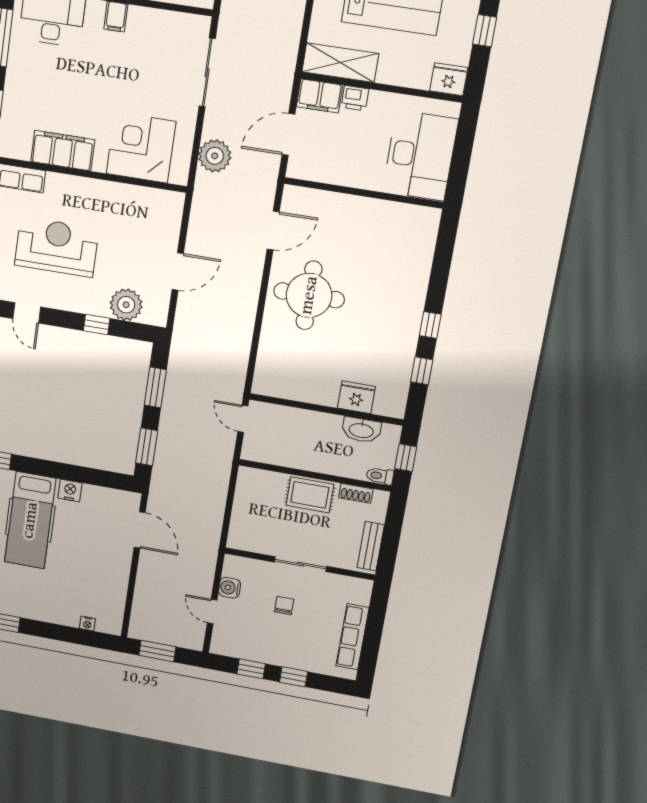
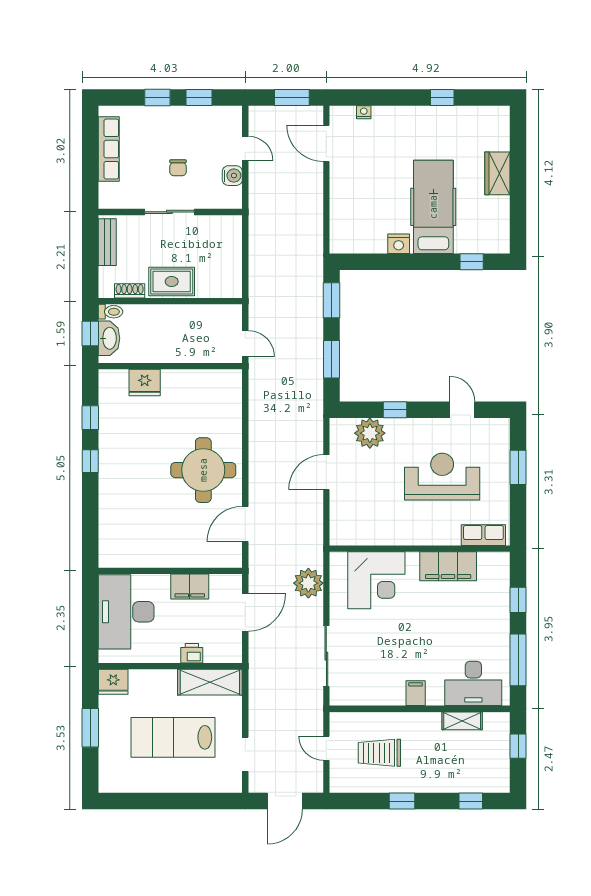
window: (485, 31) -> (90, 728), width x1.50
filing cabinet: (320, 96) -> (190, 587), moved, turned 180
reception desk: (57, 247) -> (442, 477), turned 180
washbasin: (361, 430) -> (109, 338), moved, turned 90
door: (140, 530) -> (326, 143), moved

